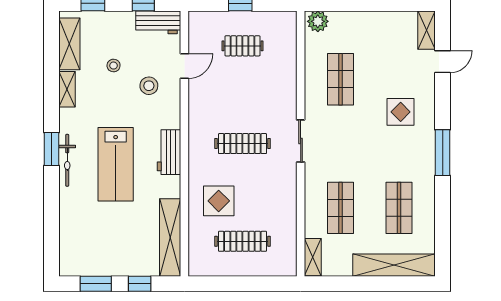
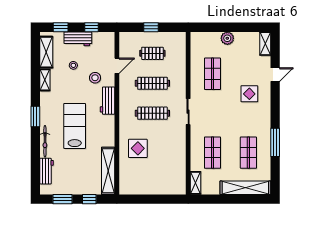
plant: (318, 21) -> (227, 38), moved
workbench: (158, 22) -> (78, 39), moved
door: (443, 62) -> (275, 75), moved
workbench: (169, 152) -> (107, 101), moved
window: (443, 153) -> (275, 142), moved
bicycle: (67, 160) -> (45, 141), moved
lab bench: (116, 164) -> (75, 126), turned 180
workbench: (70, 238) -> (47, 171), added
clothes rail: (242, 241) -> (152, 83), moved

